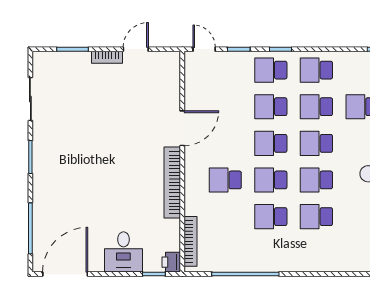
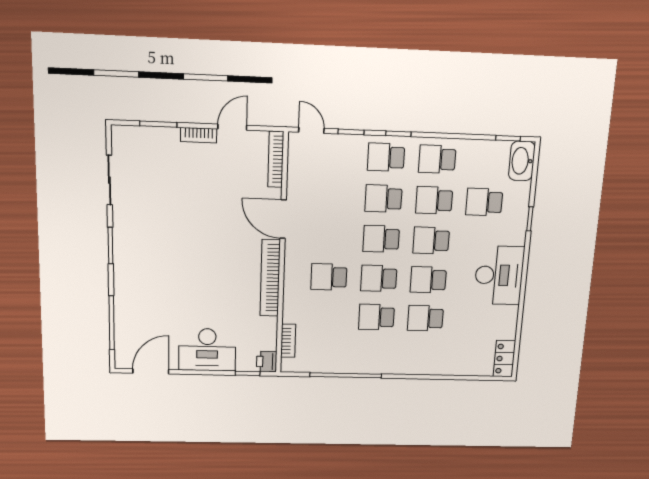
bookcase: (174, 76) -> (276, 159), added
door: (182, 128) -> (283, 219), swing flipped
bookcase: (190, 241) -> (288, 341), width x0.64
desk: (123, 252) -> (207, 350), width x1.37
door: (65, 274) -> (151, 371), width x0.73

